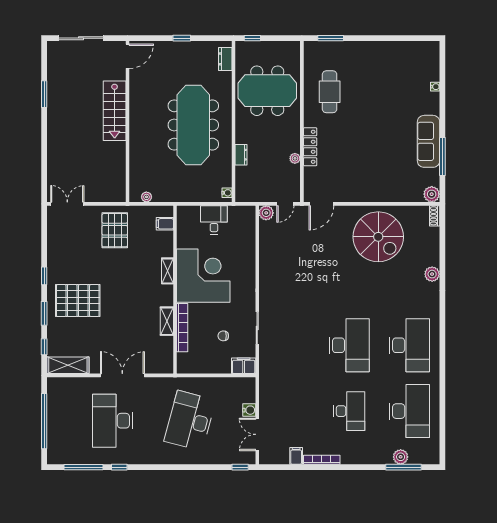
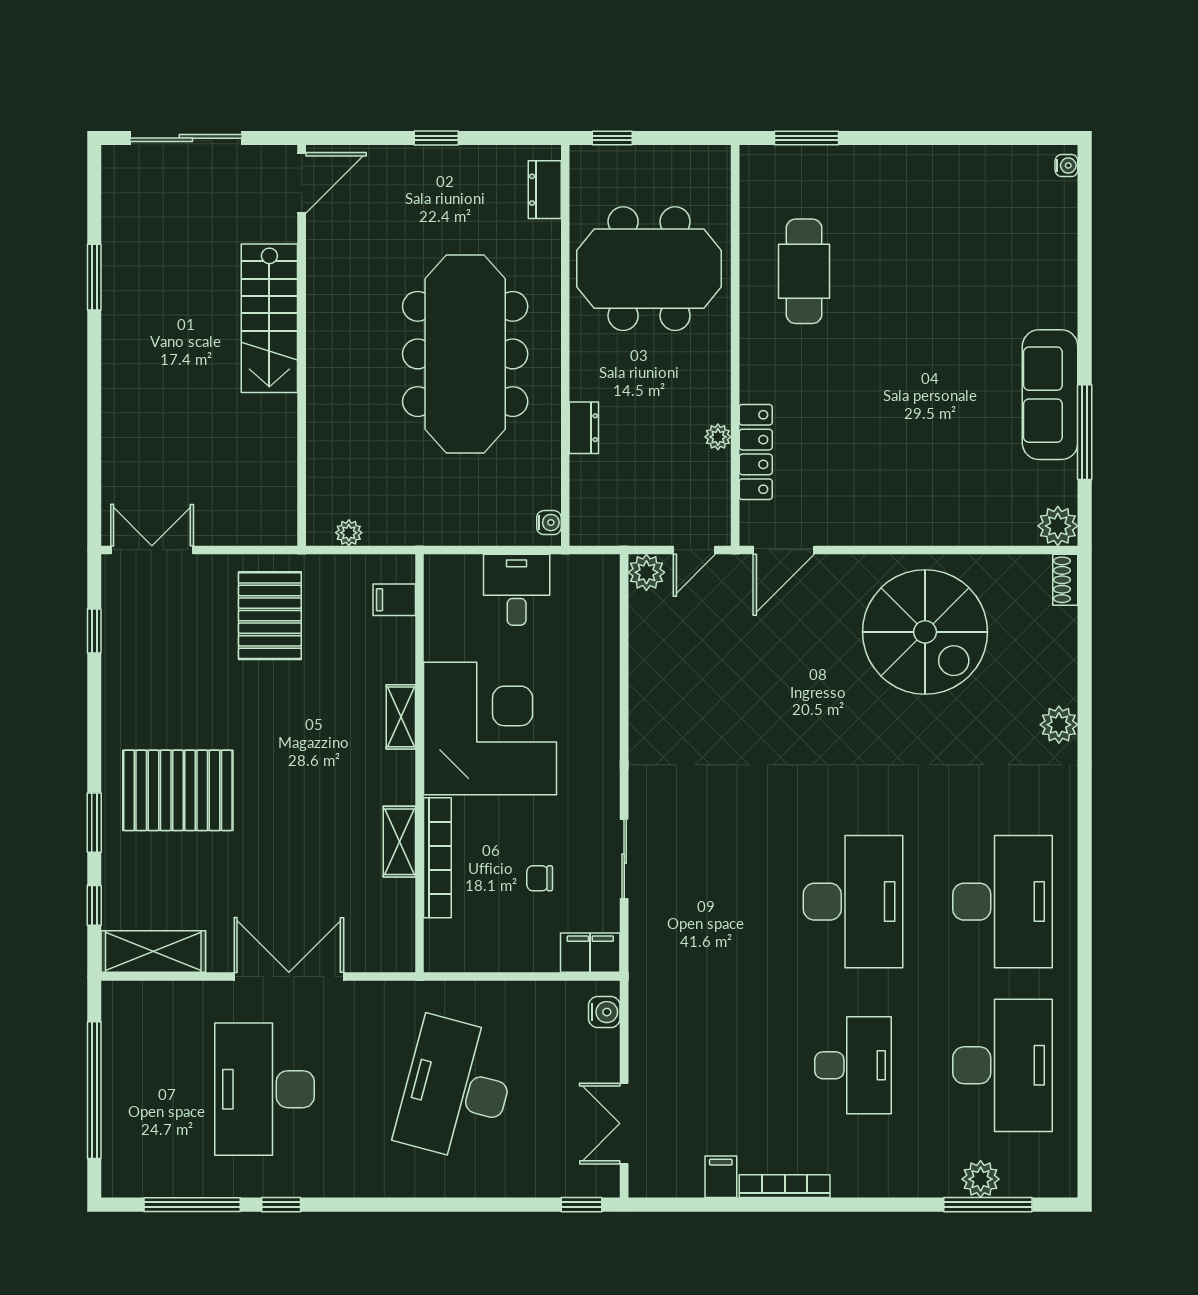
water cooler: (435, 87) -> (1066, 166), moved
locker: (310, 147) -> (756, 452), moved
window: (44, 276) -> (94, 631), moved
water cooler: (249, 410) -> (604, 1012), moved

